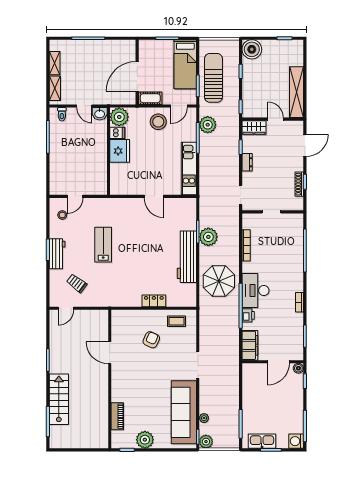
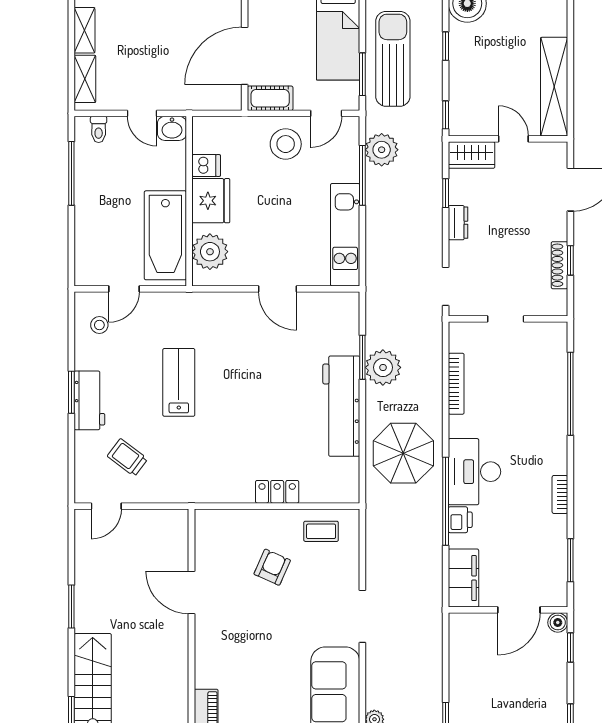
plant: (119, 117) -> (210, 252), moved
bathtub: (96, 169) -> (165, 235), added

